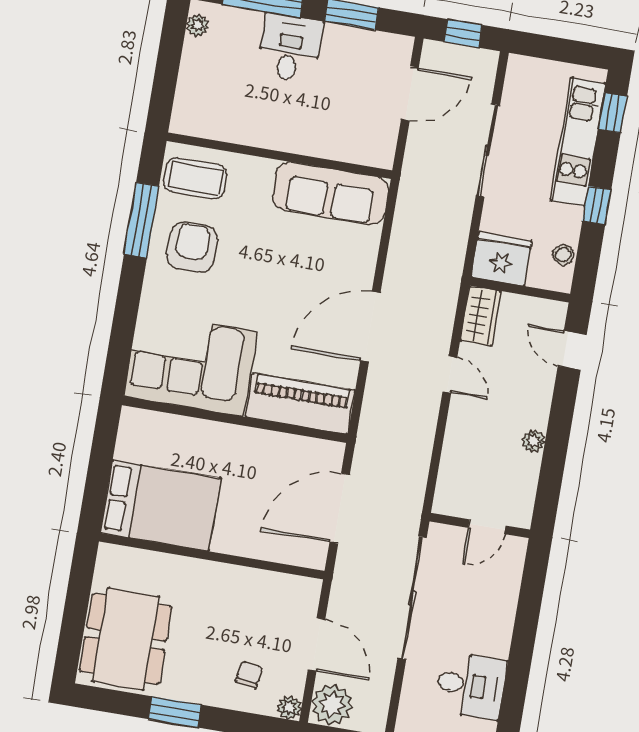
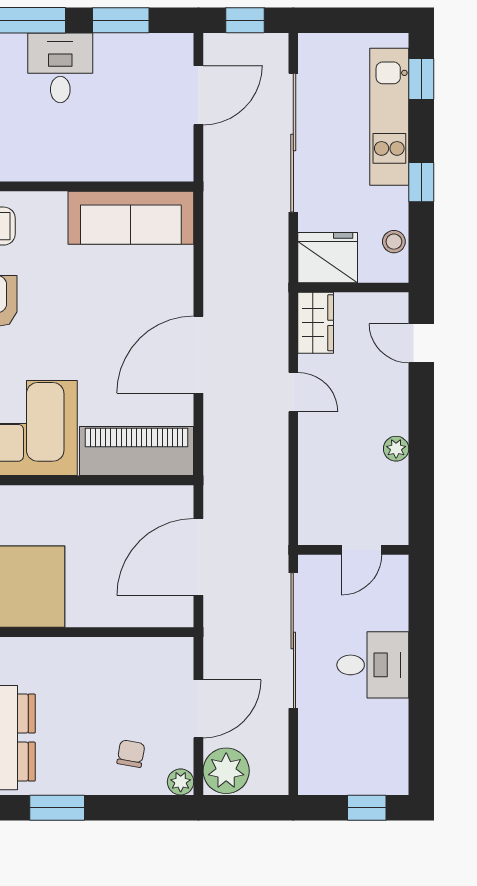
sliding door: (488, 151) -> (293, 143), width x1.36
door: (317, 645) -> (198, 709), hinge flipped
desk: (471, 686) -> (373, 665), moved

